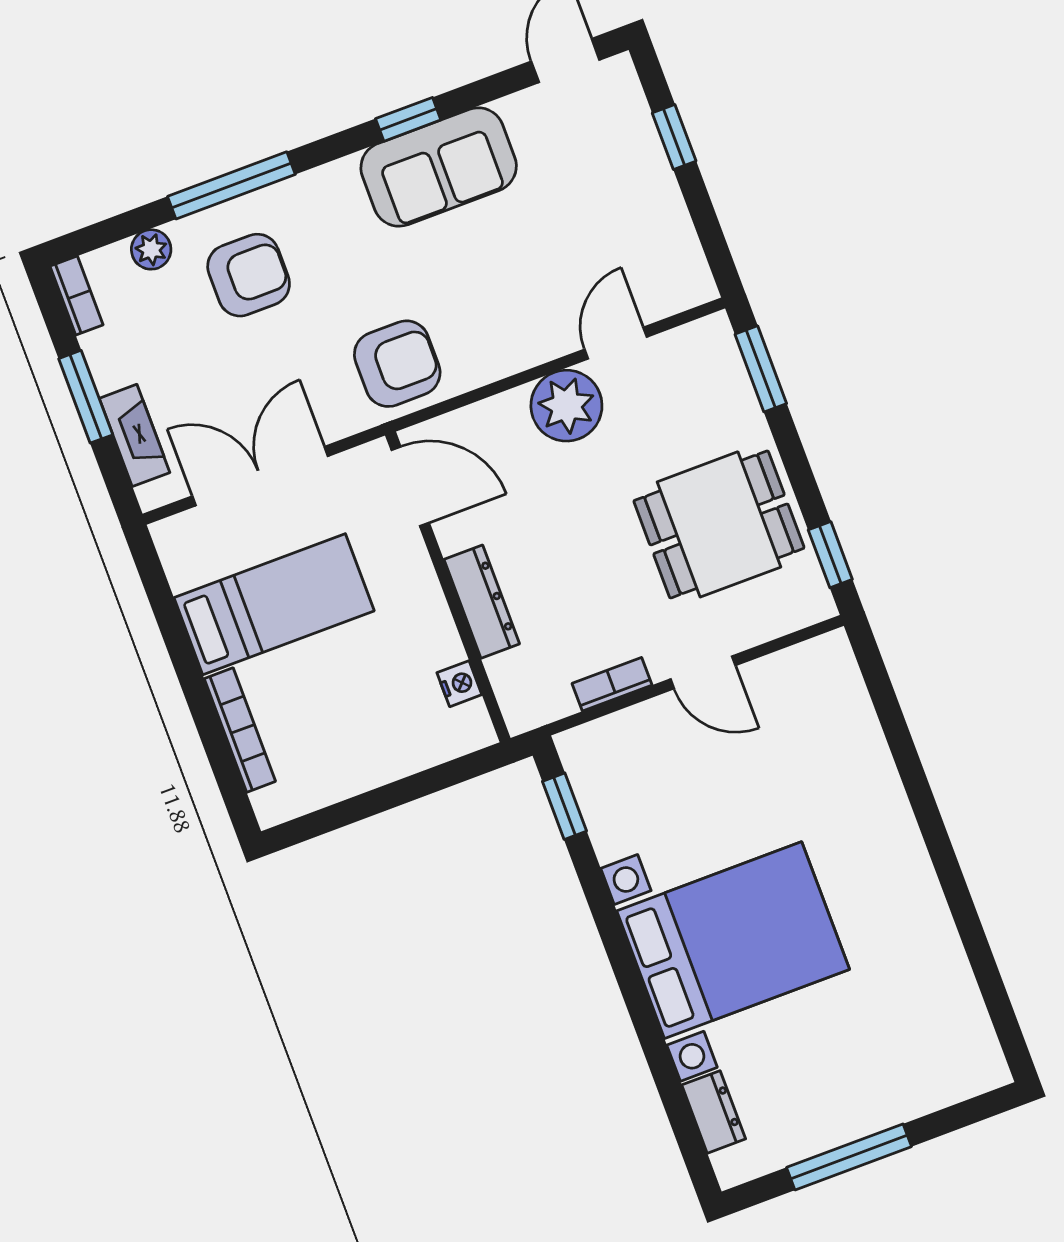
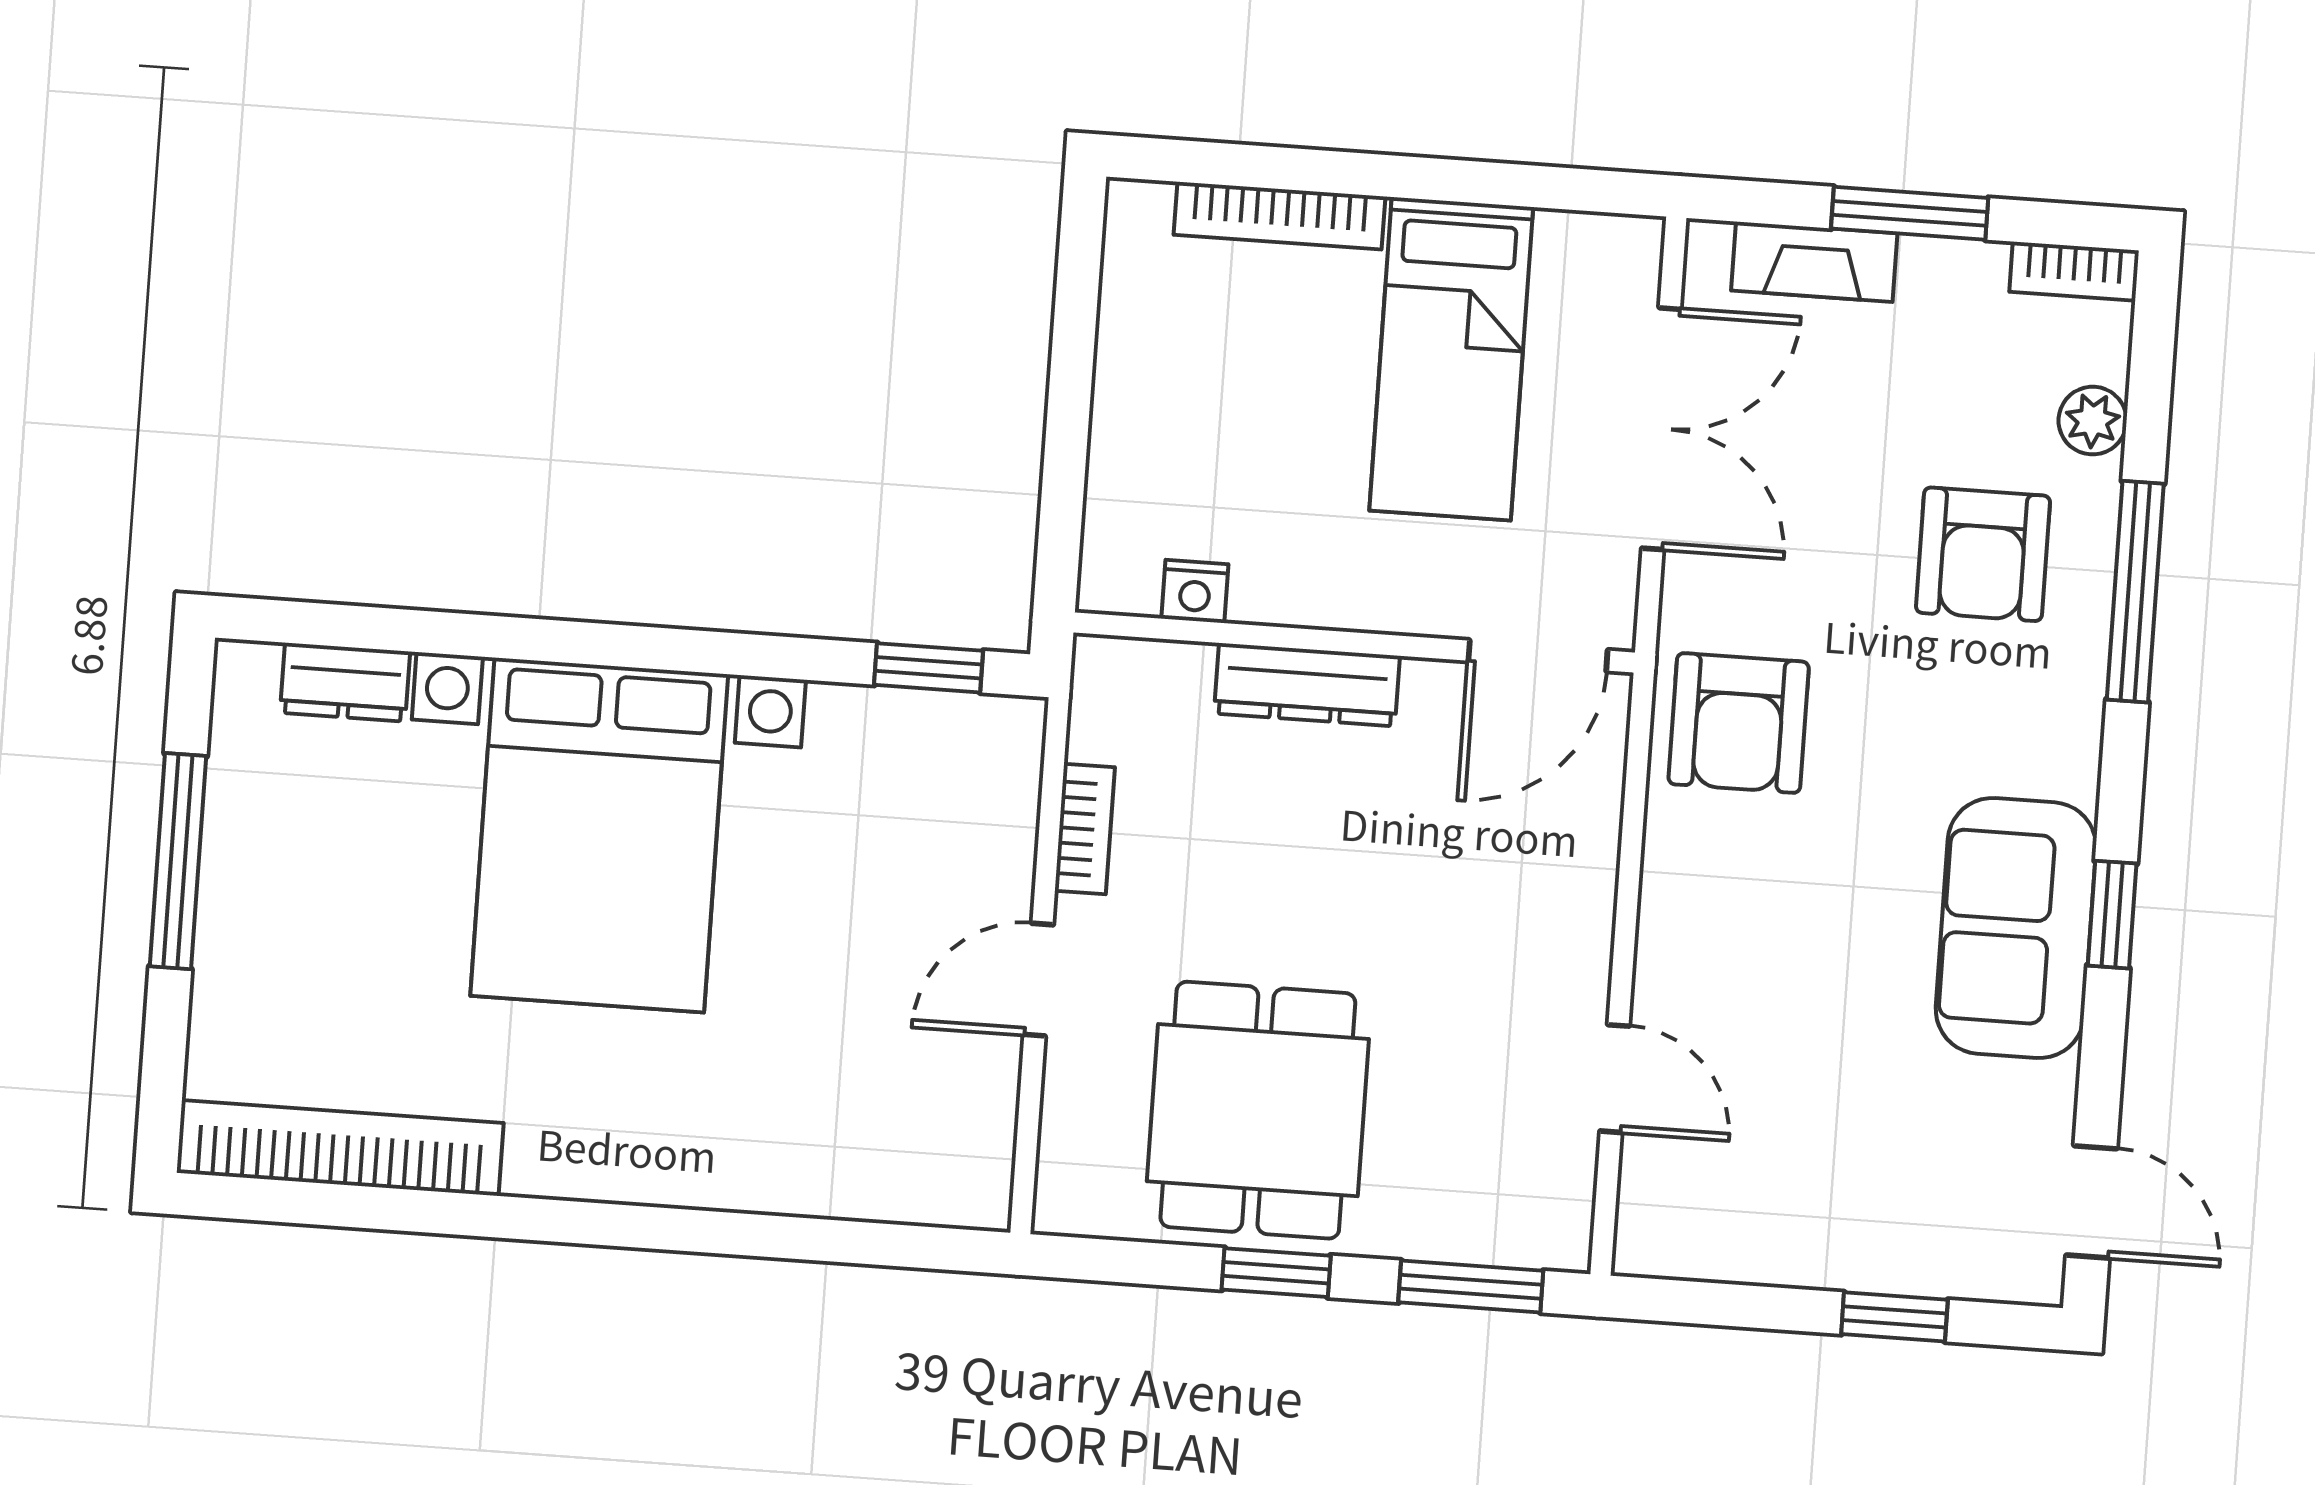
plant: (566, 406) -> (1552, 957), removed
window: (830, 555) -> (1276, 1273), moved
bookcase: (962, 1002) -> (340, 1148), added

